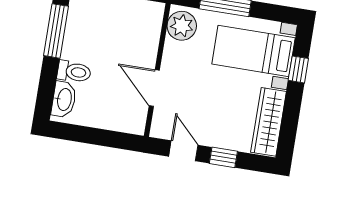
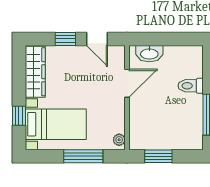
plant: (182, 26) -> (119, 140), width x0.53, depth x0.53
door: (154, 88) -> (127, 83), hinge flipped
washbasin: (64, 99) -> (149, 54), moved, turned -90

